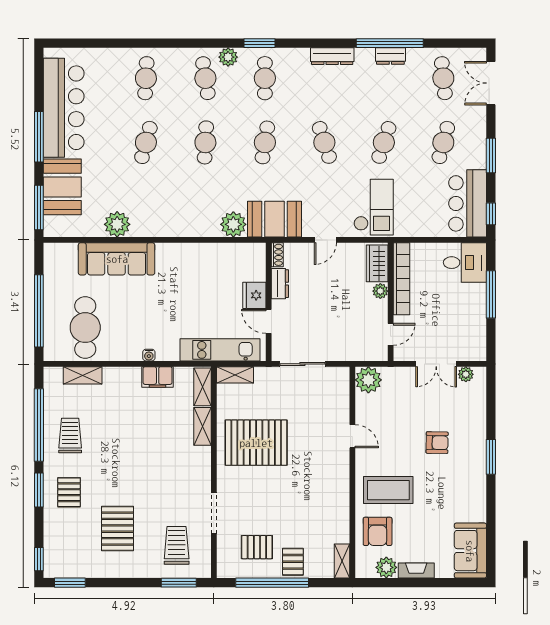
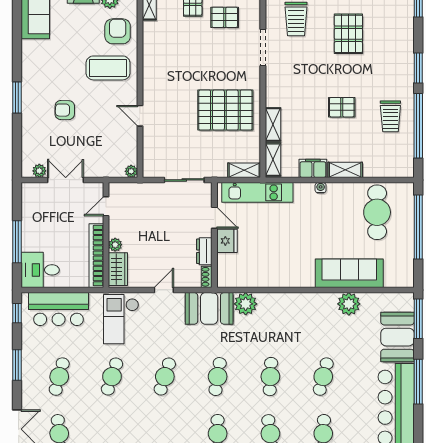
cafe table: (324, 142) -> (165, 377), turned 36
bar counter: (468, 203) -> (59, 309), moved, turned 90
shelving: (83, 375) -> (345, 170), moved
plant: (368, 380) -> (131, 171), width x0.53, depth x0.53
pallet: (69, 492) -> (342, 107), moved, turned 90

